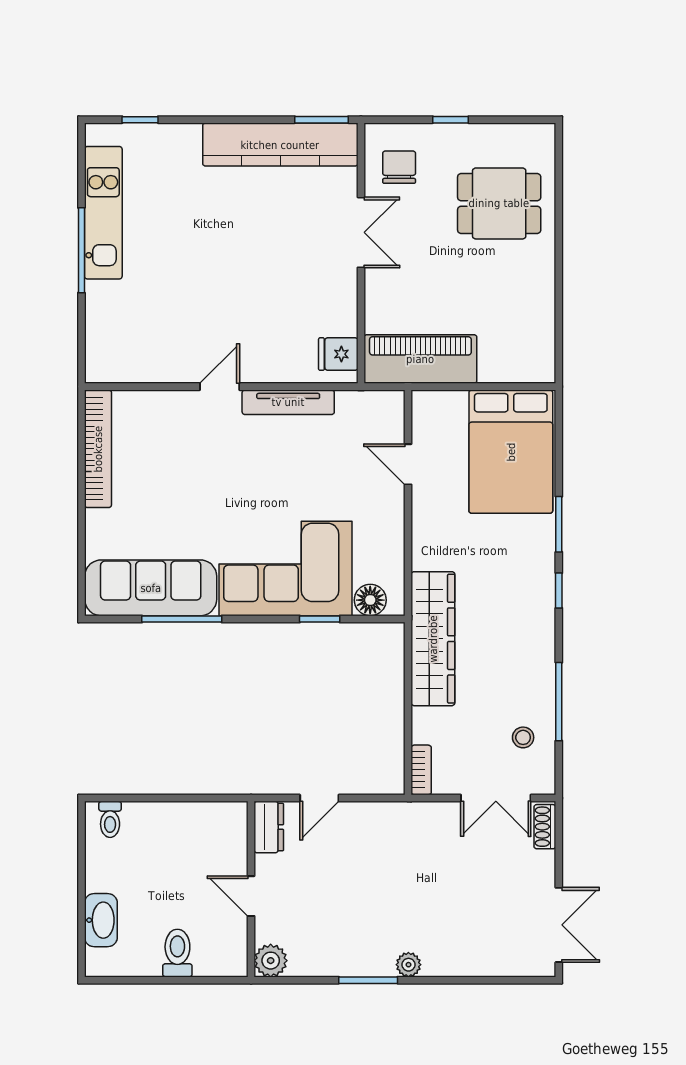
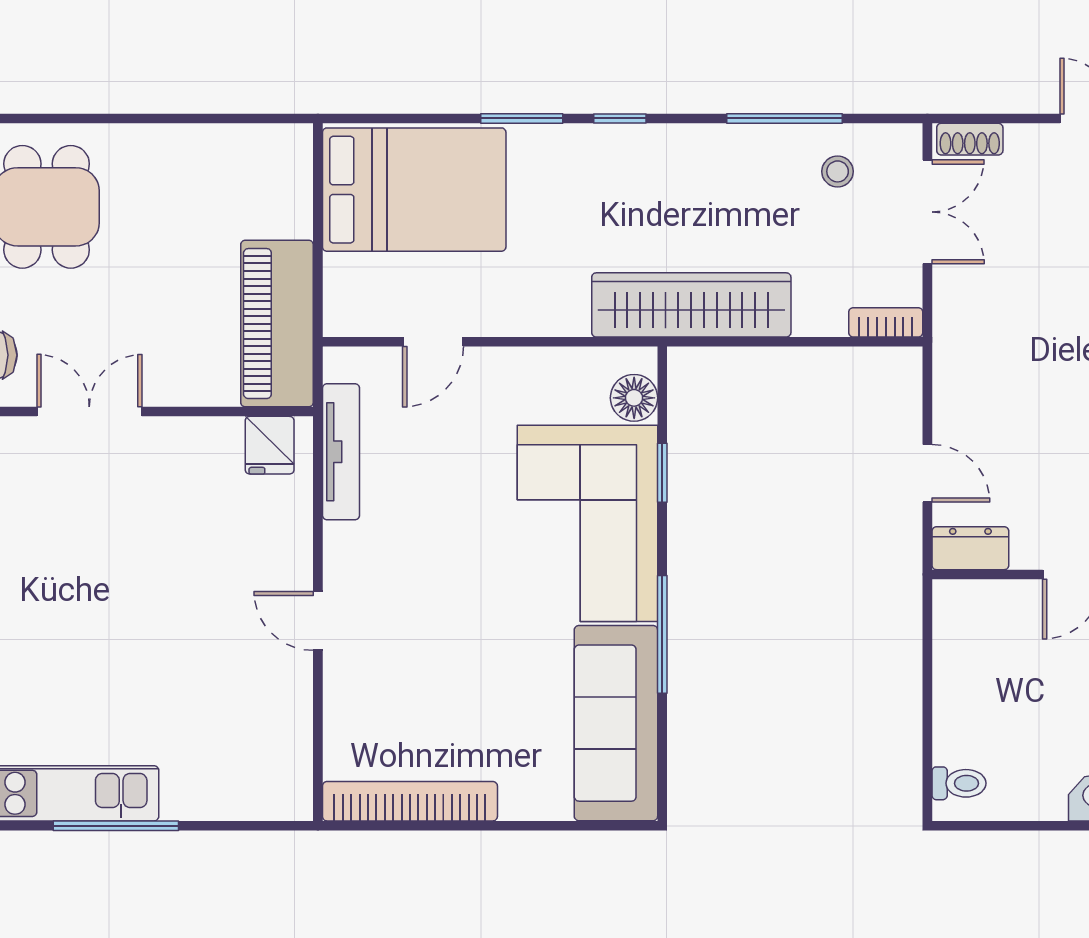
tv unit: (288, 402) -> (341, 452), moved
window: (182, 619) -> (662, 634), moved

